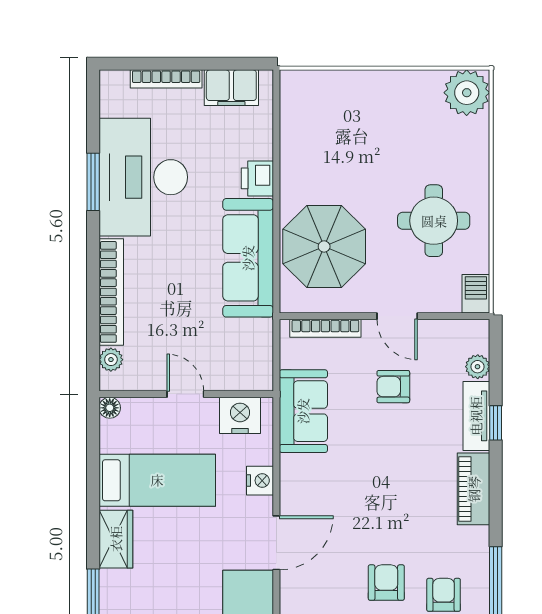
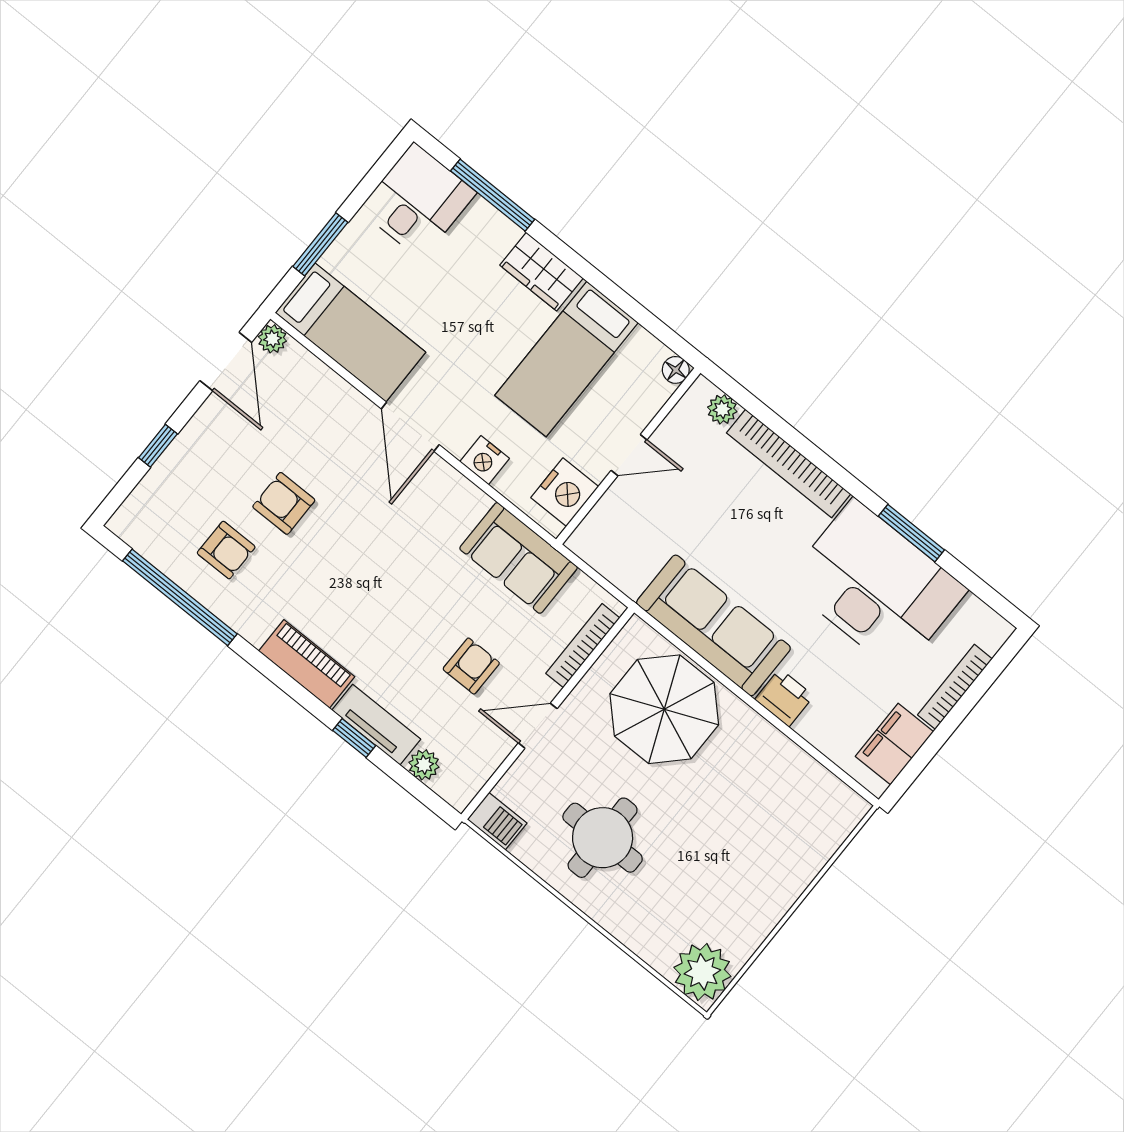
armchair: (386, 583) -> (284, 503), turned 180

